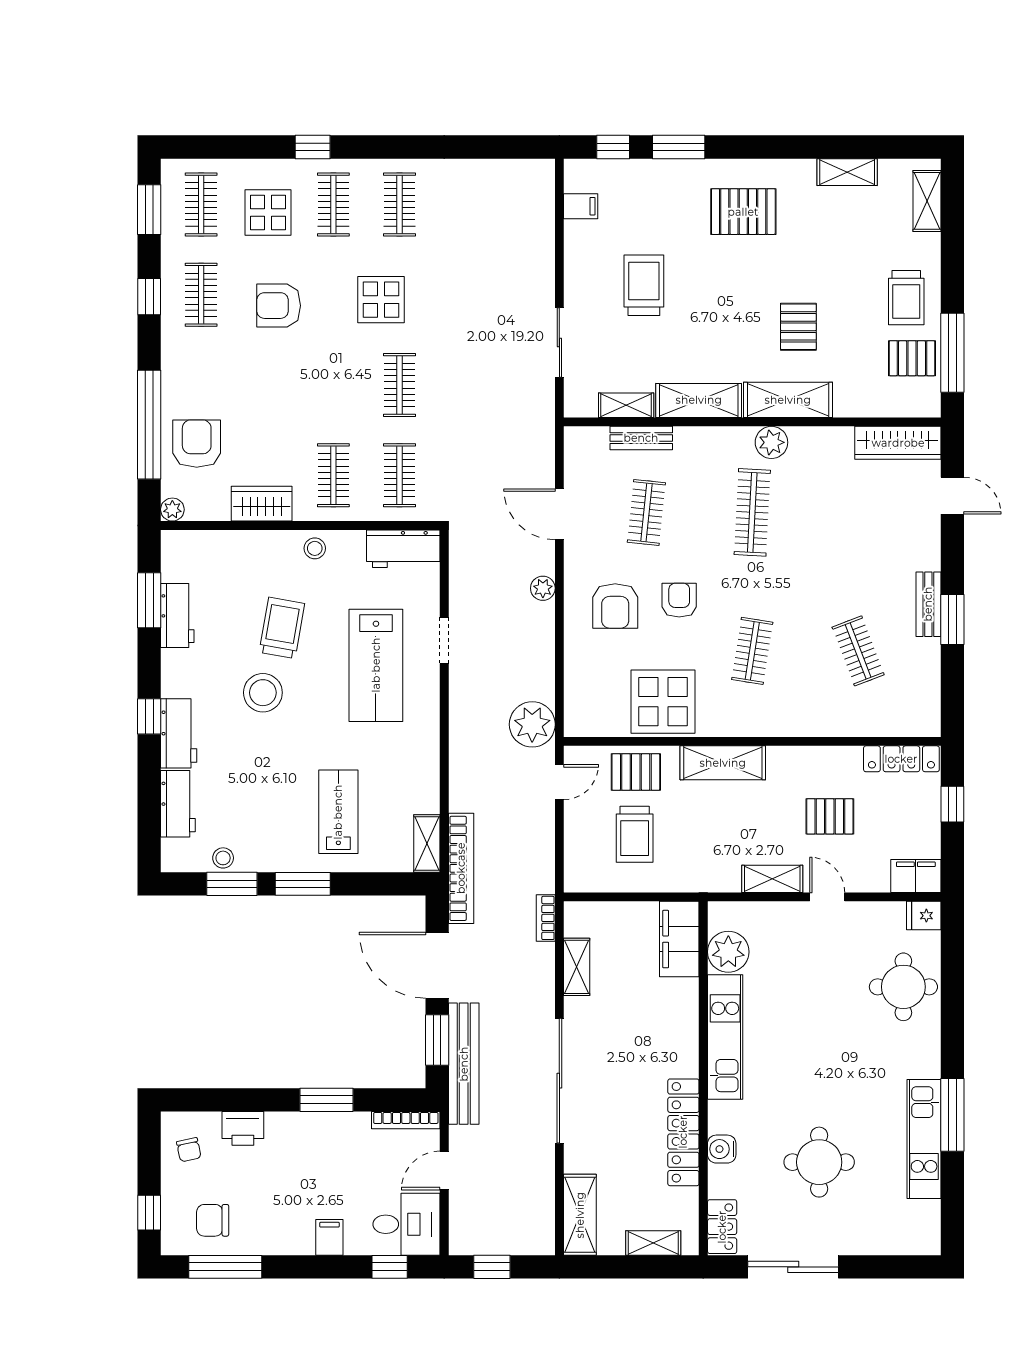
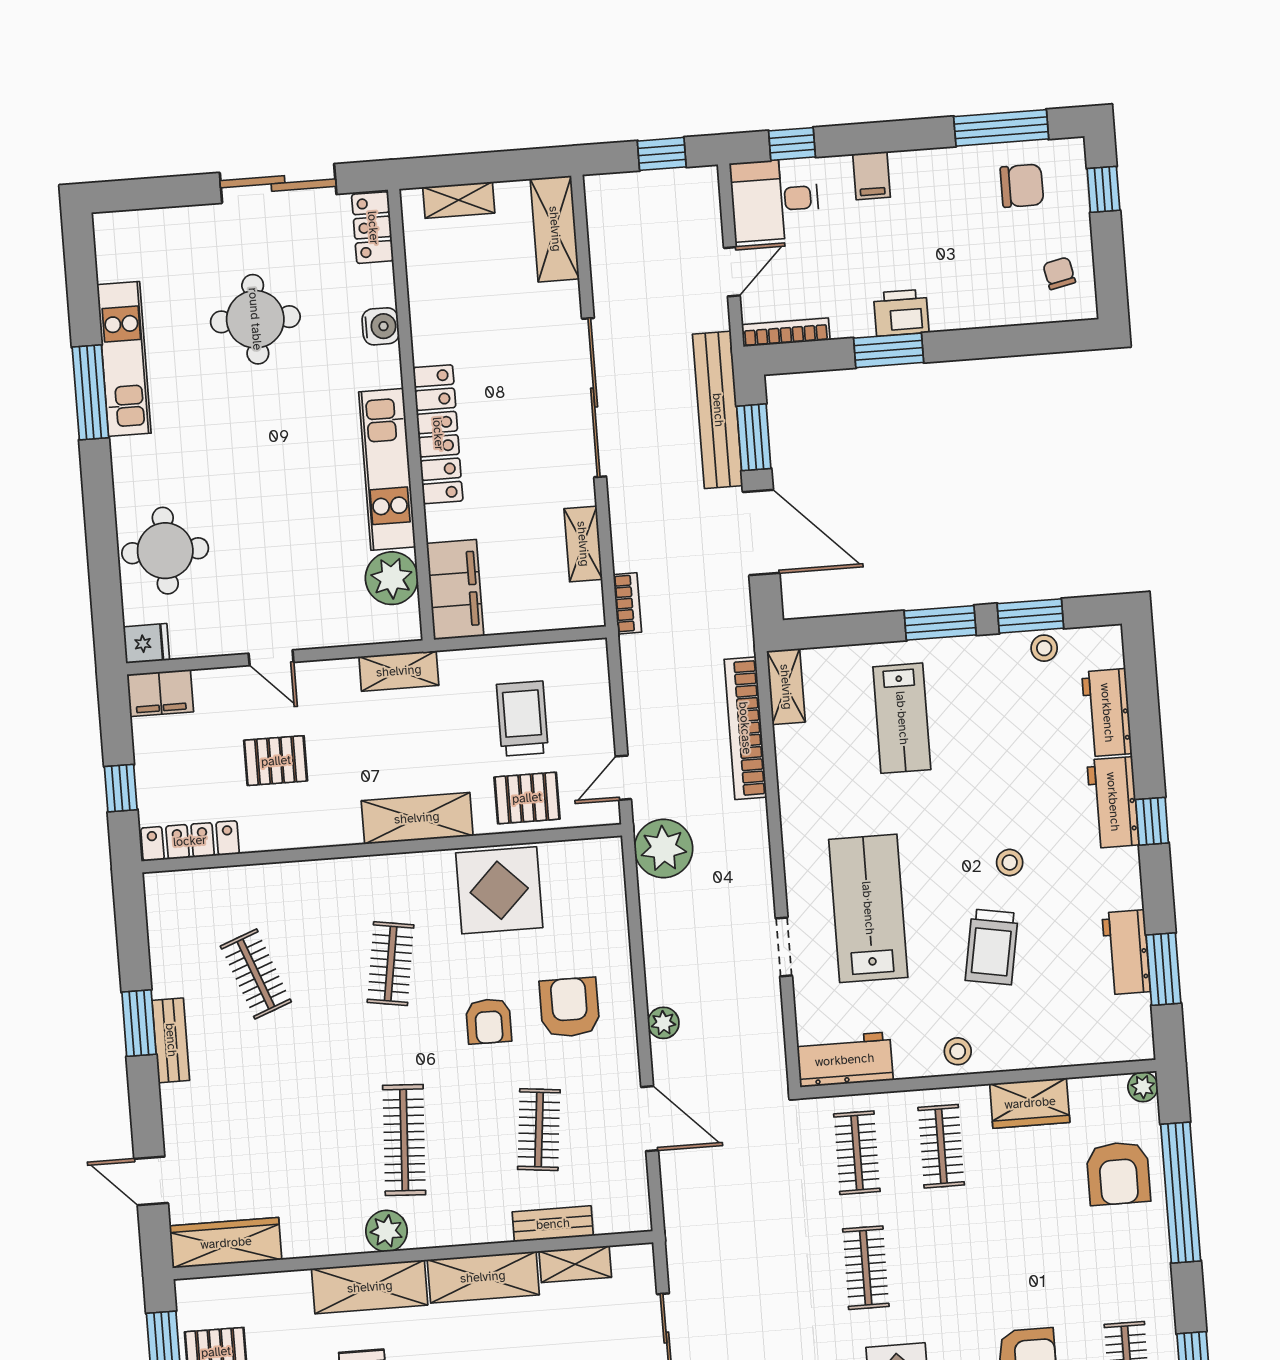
stool: (263, 693) -> (1010, 862), width x0.53, depth x0.53
bookcase: (461, 868) -> (745, 728), moved
shelving: (772, 879) -> (399, 671), moved
printer: (243, 1128) -> (901, 313), moved
locker: (683, 1132) -> (438, 434), moved

